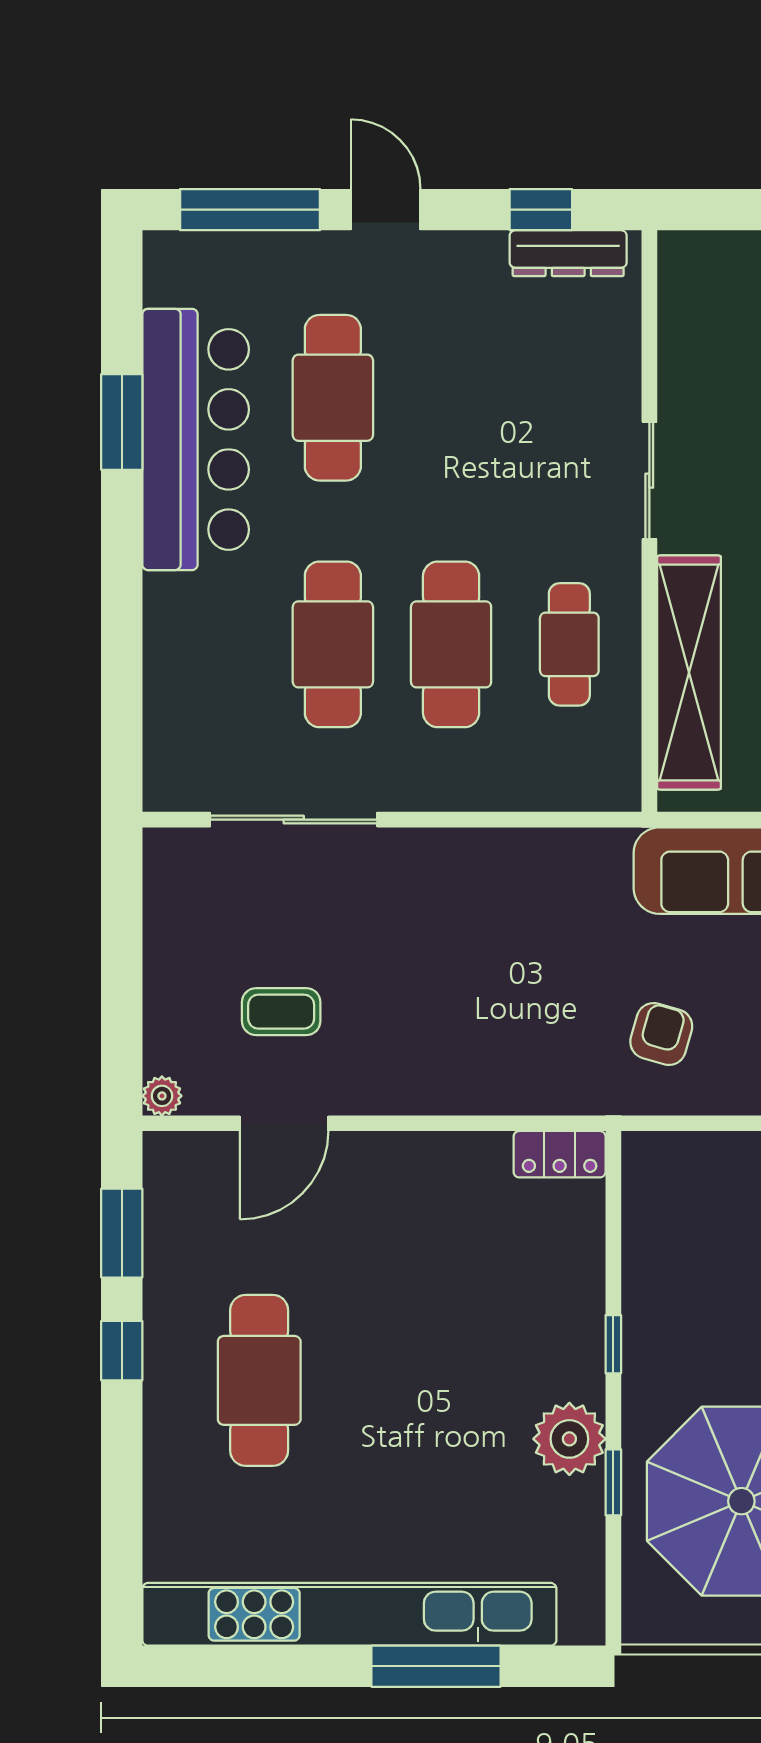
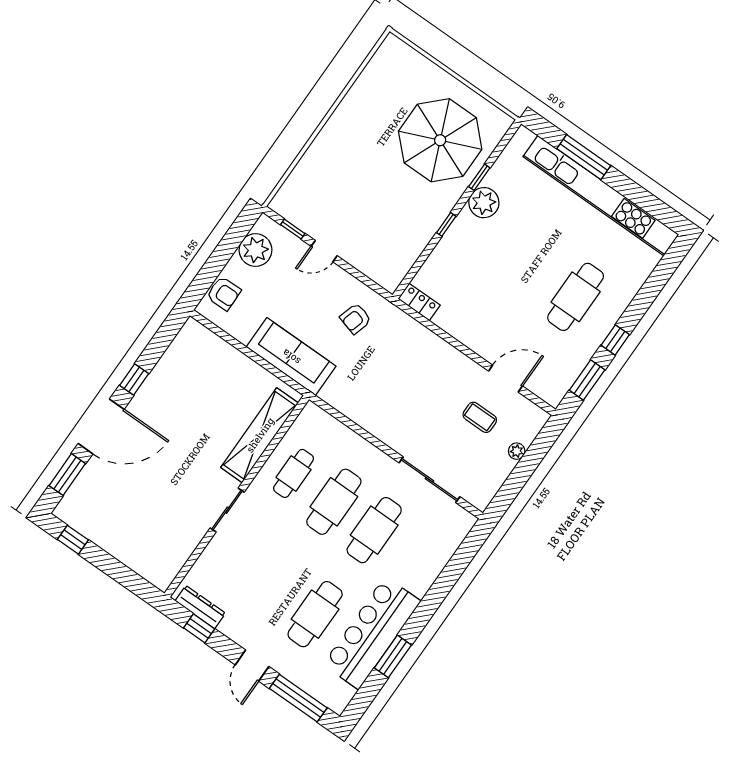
plant: (162, 1096) -> (517, 451), moved

